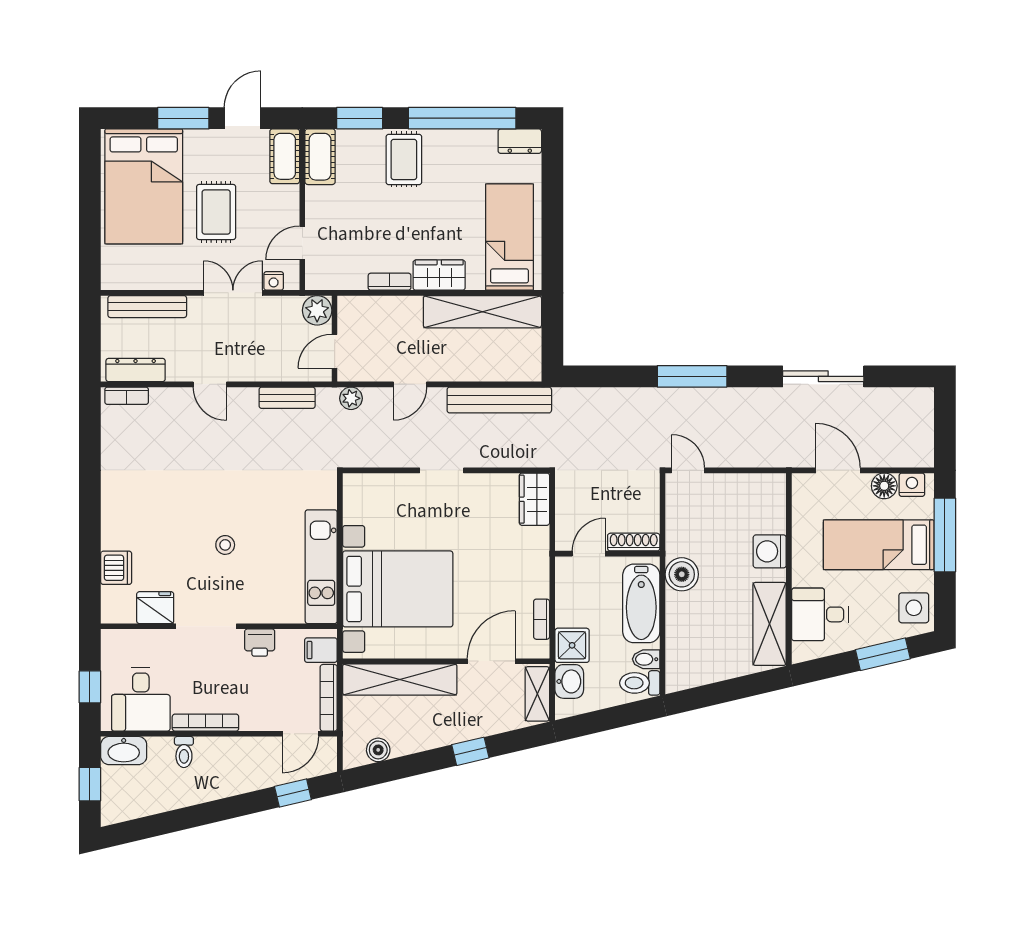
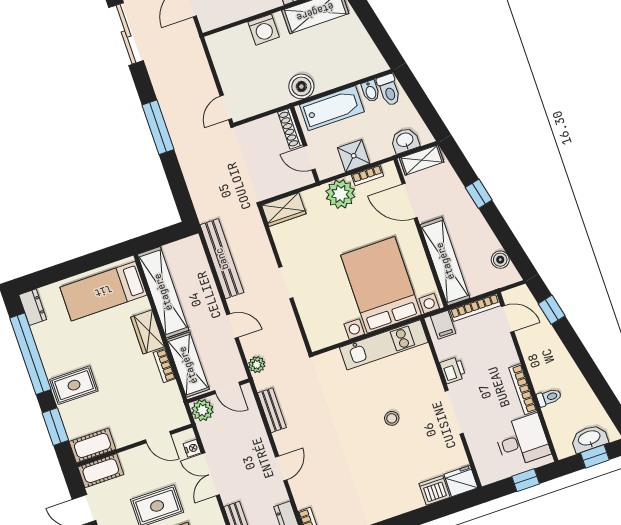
shelving: (381, 312) -> (188, 365), added
plant: (530, 577) -> (340, 194), added
fridge: (155, 608) -> (461, 481), moved, turned 90
shower: (572, 645) -> (354, 156), moved
washbasin: (124, 751) -> (589, 439), moved, turned -90

